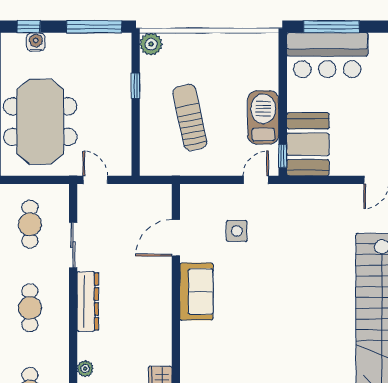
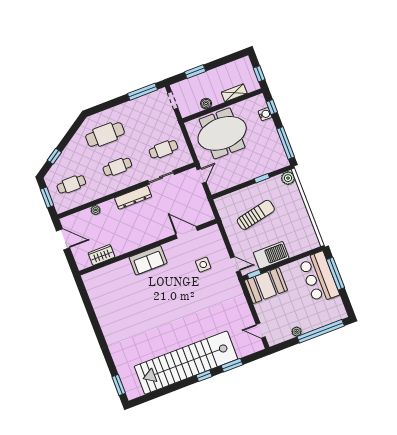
sofa: (196, 292) -> (148, 260), moved

